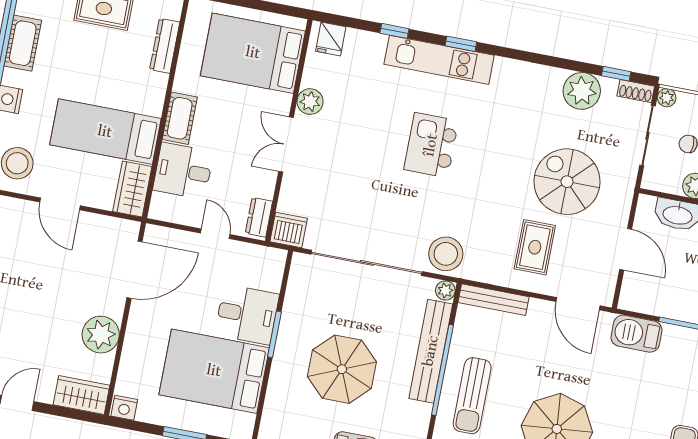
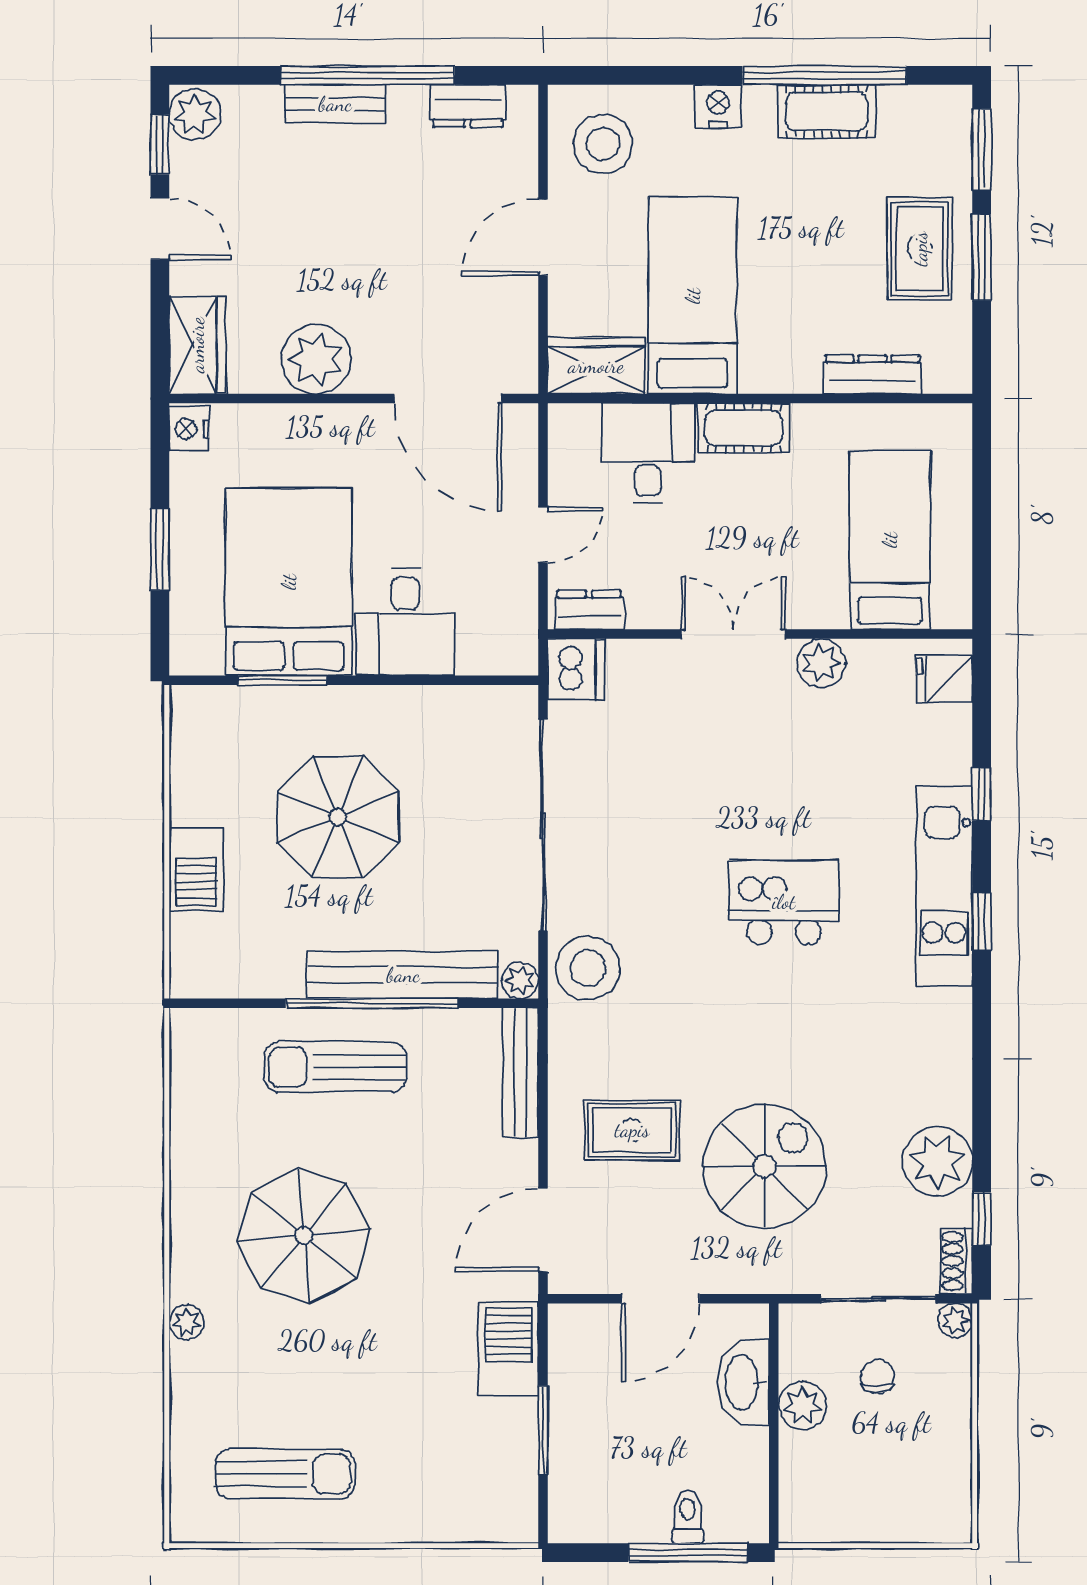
bed: (253, 53) -> (890, 540), width x0.67
window: (274, 334) -> (282, 680), moved

